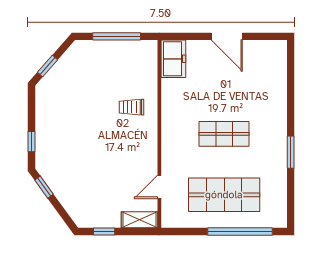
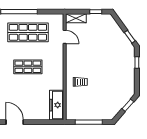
door: (227, 36) -> (15, 122), moved
freezer: (173, 59) -> (57, 105), width x1.40
door: (159, 187) -> (65, 37), hinge flipped

